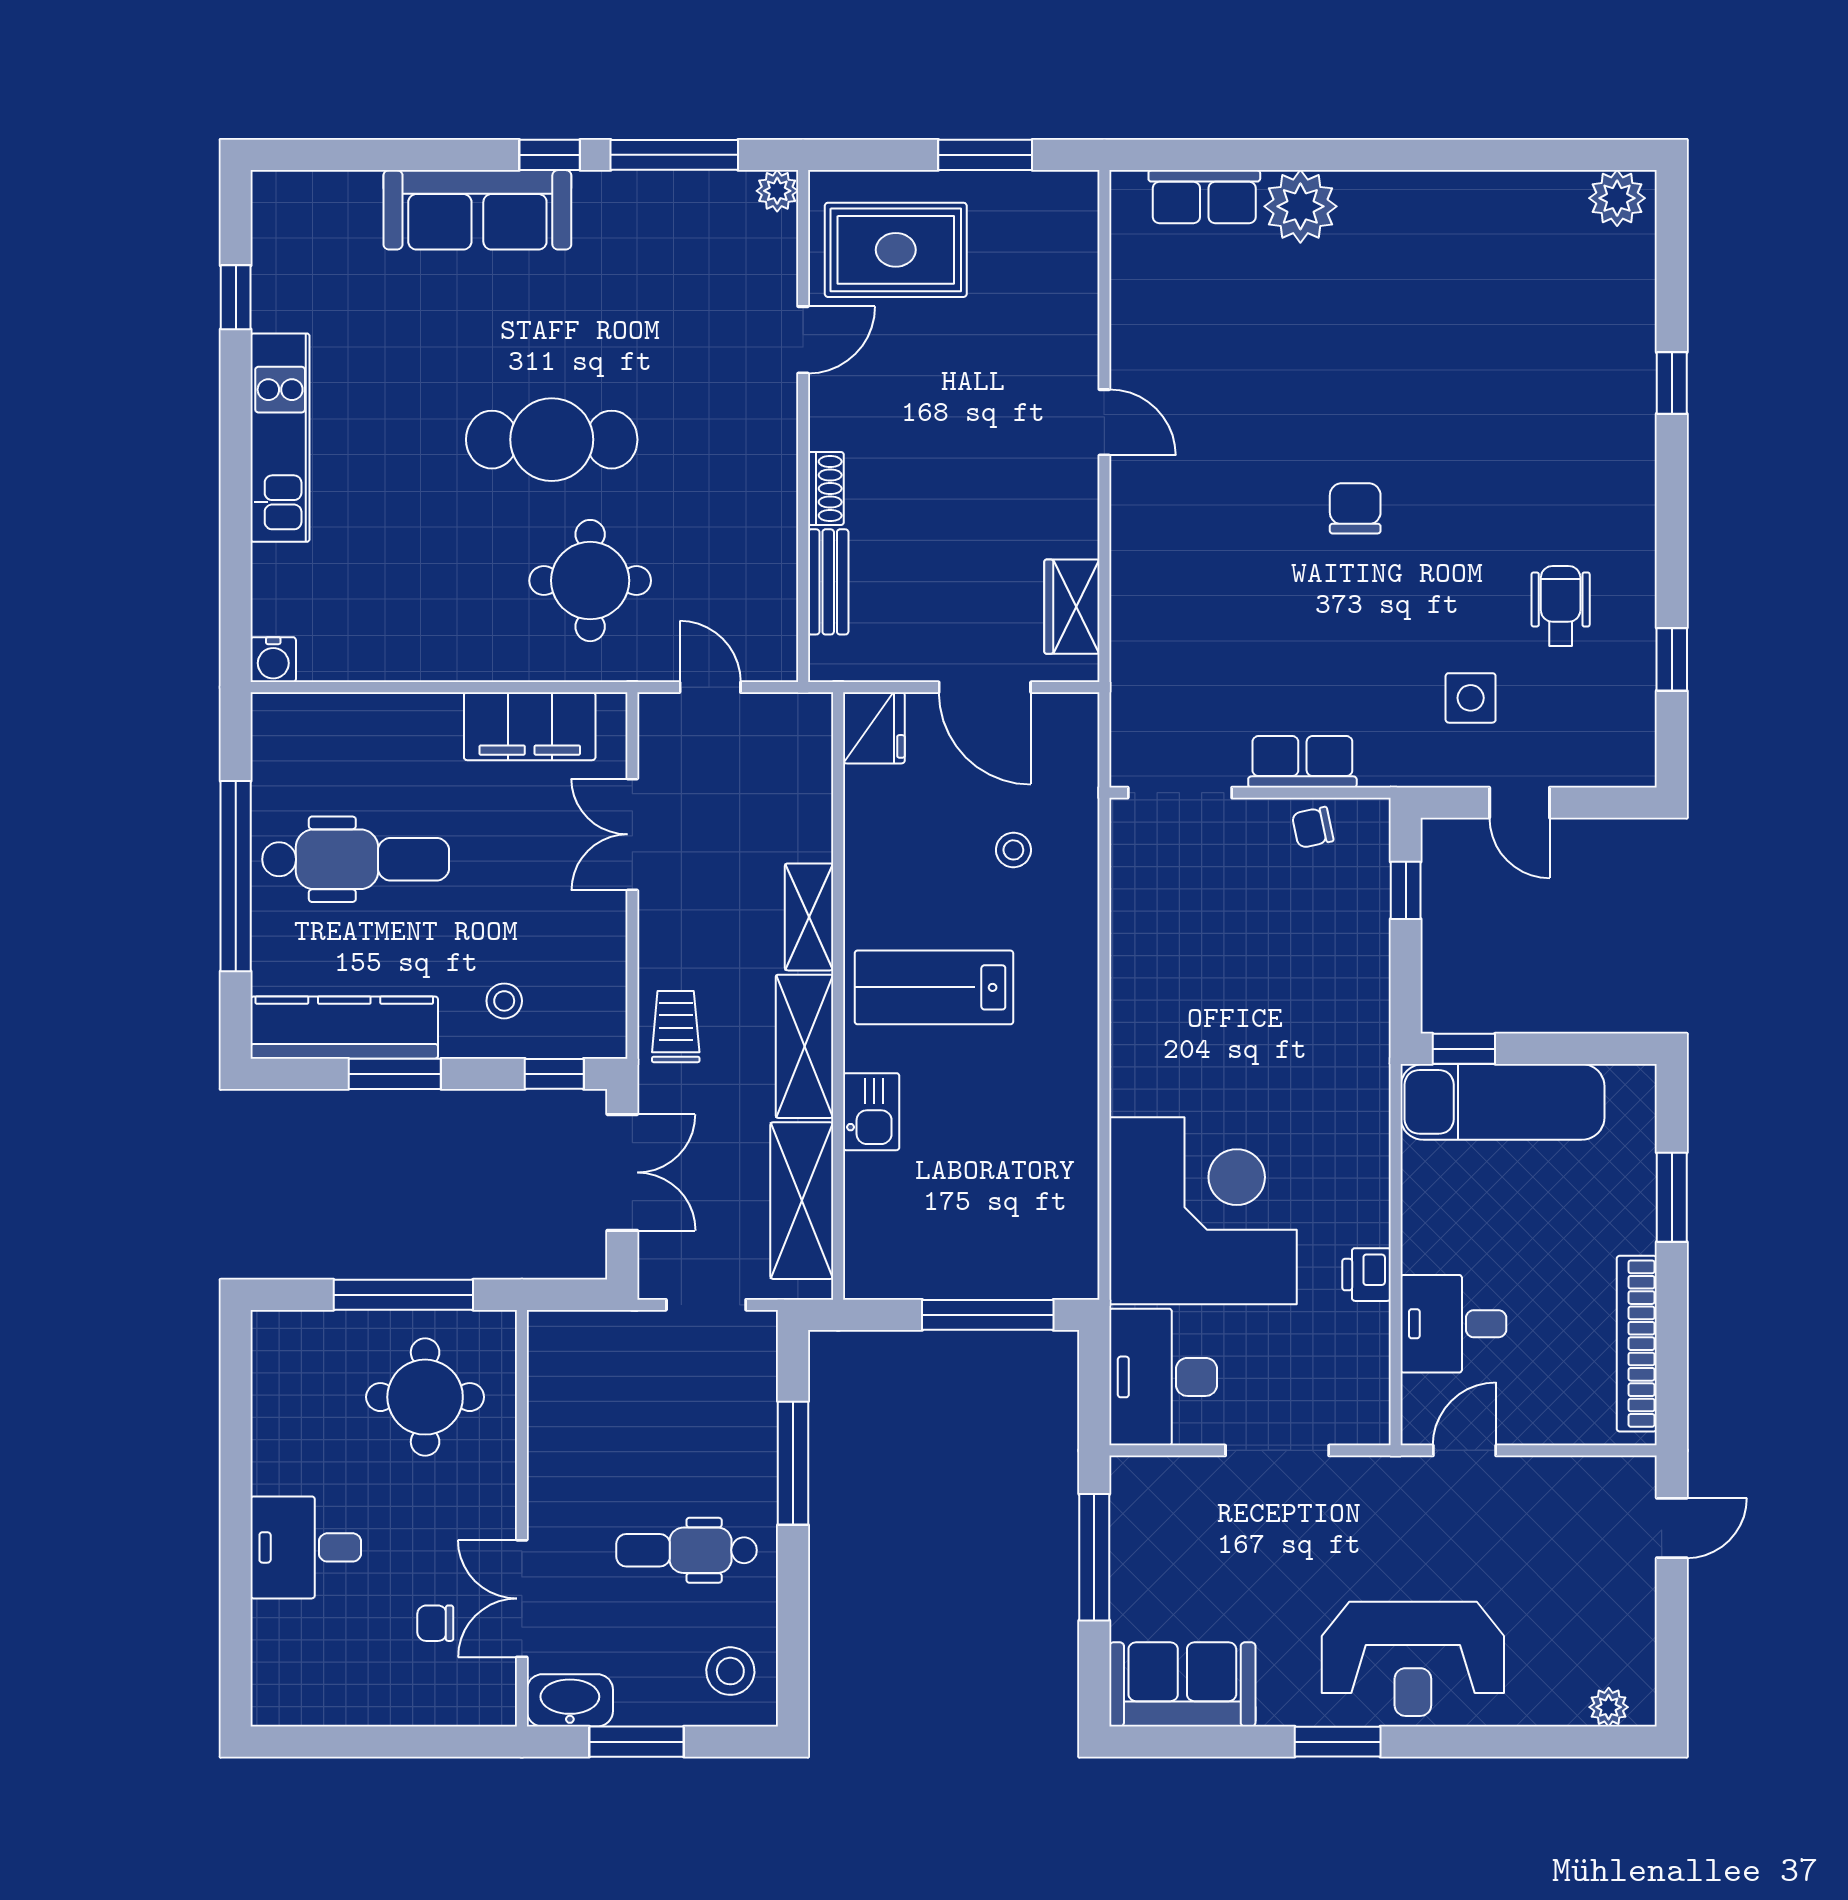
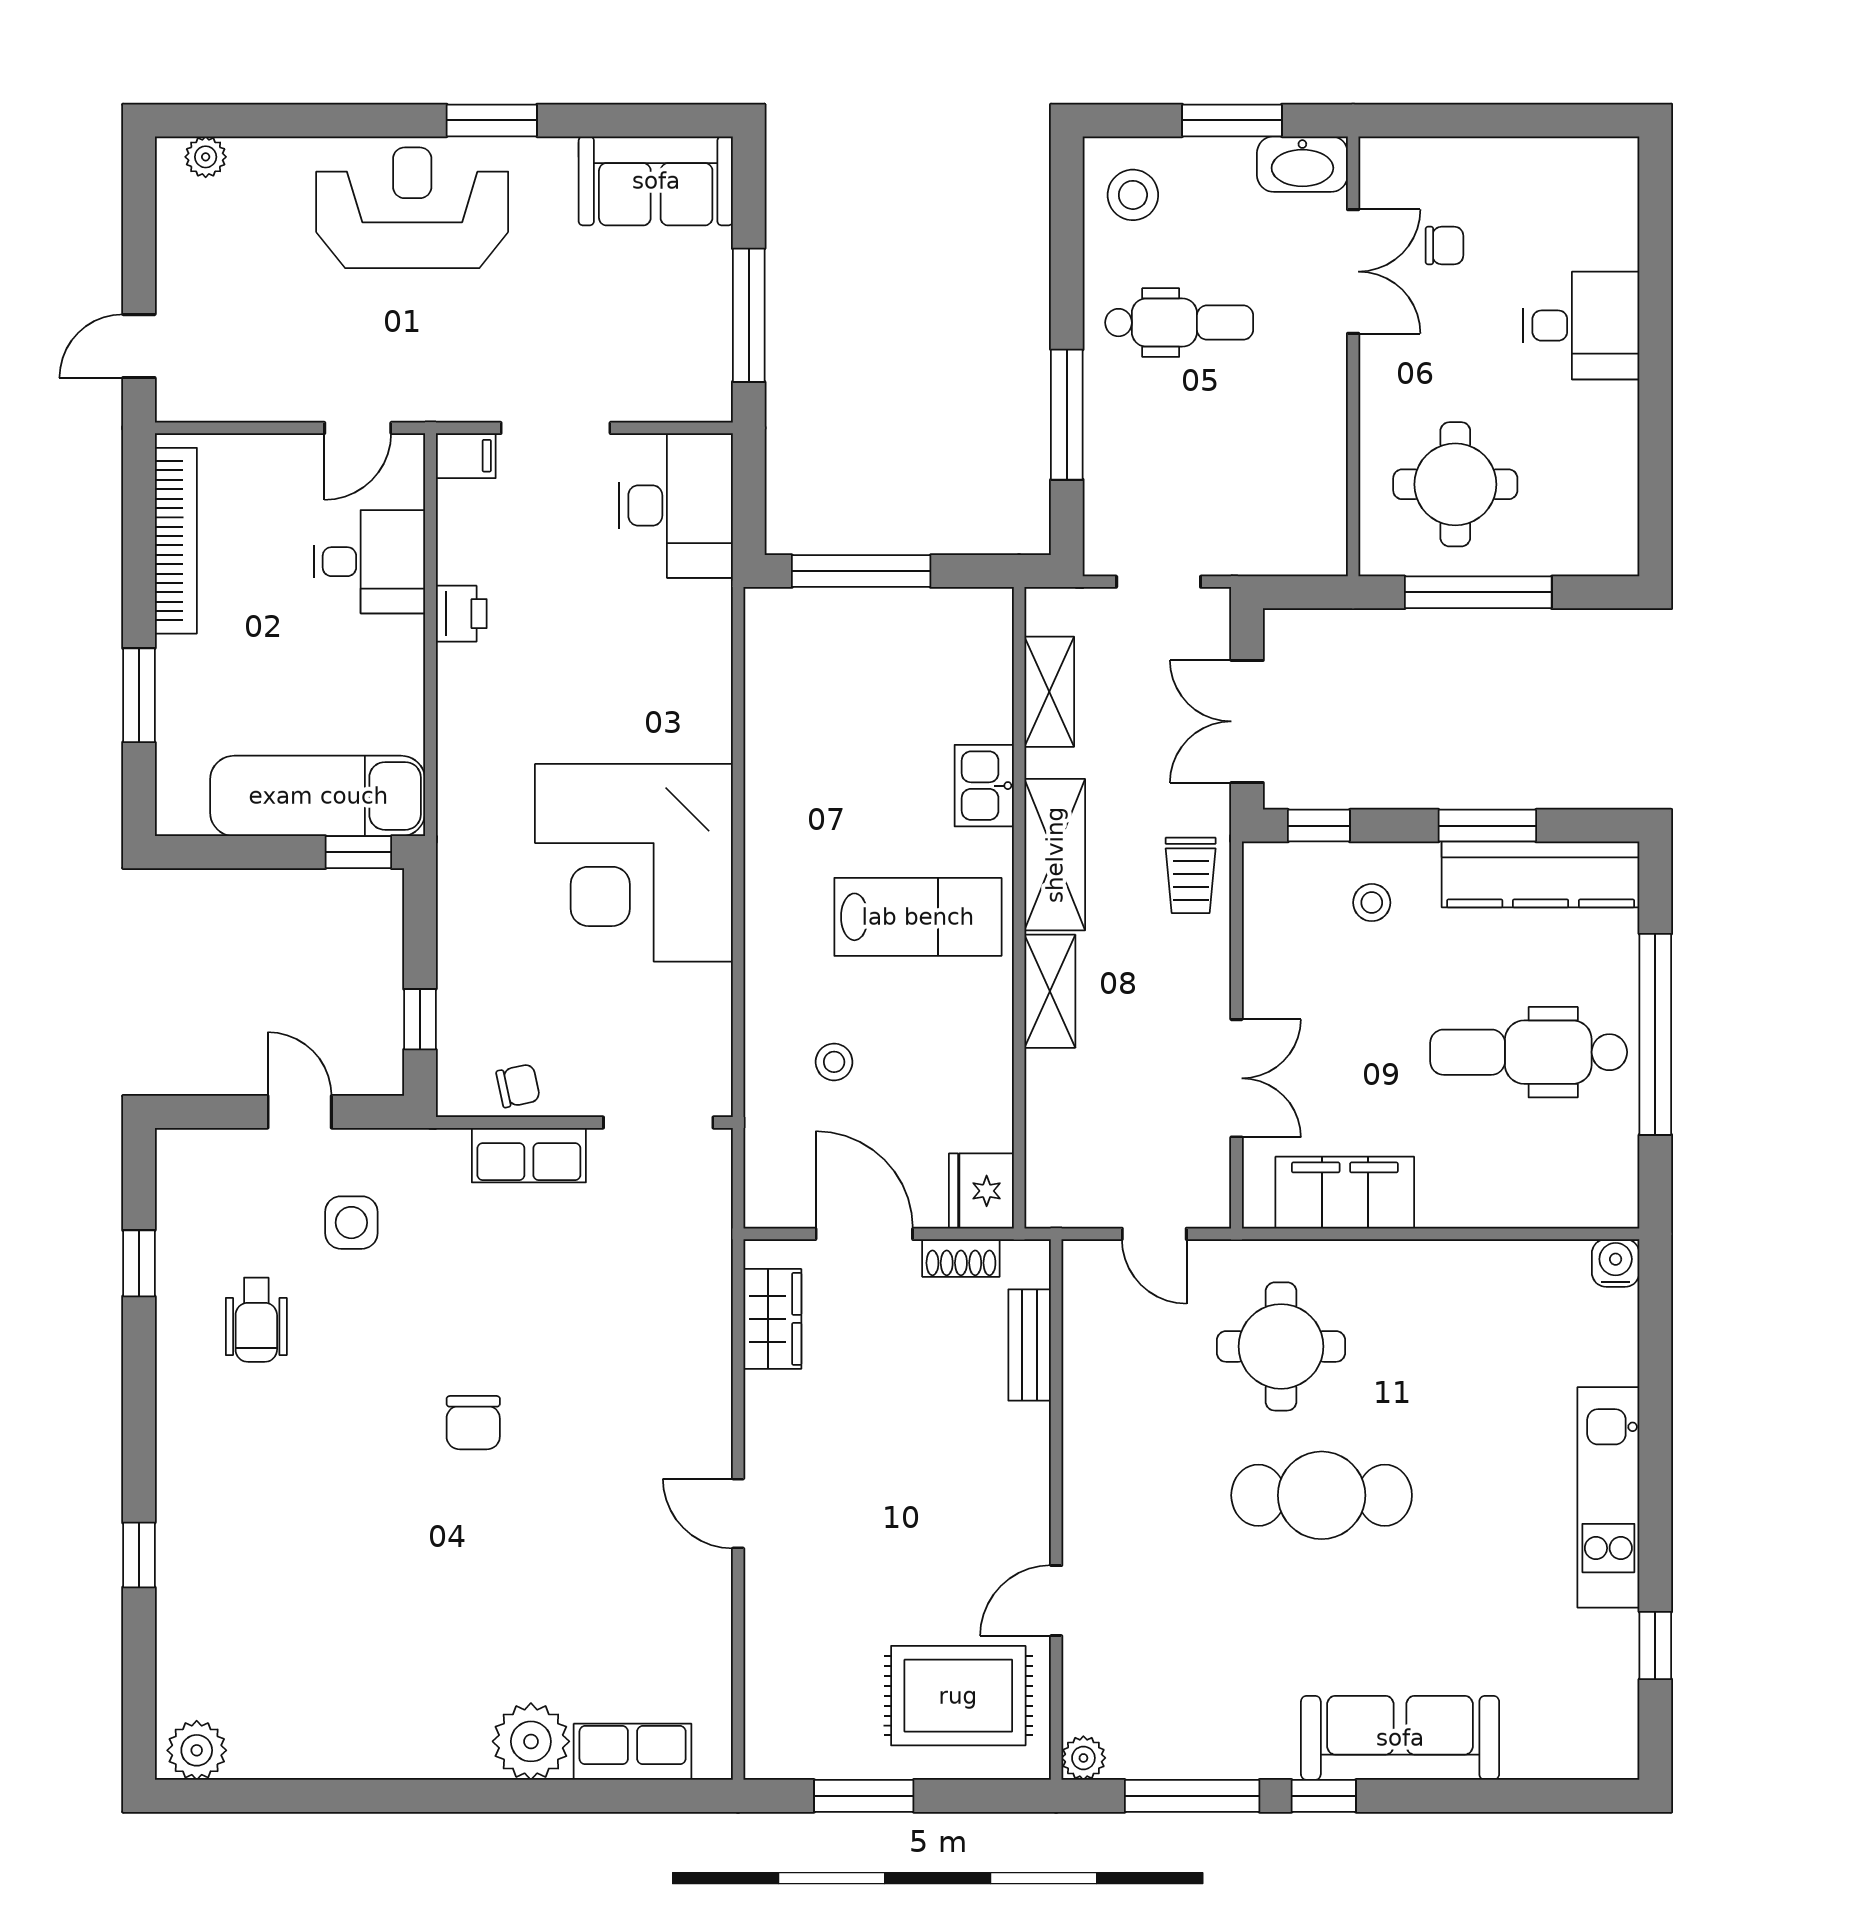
shoe rack: (826, 489) -> (961, 1258), moved, turned -90
shelving: (802, 1201) -> (1049, 692), width x0.67, depth x0.75
corner desk: (1203, 1211) -> (634, 863), moved
filing cabinet: (1362, 1424) -> (466, 456), added

